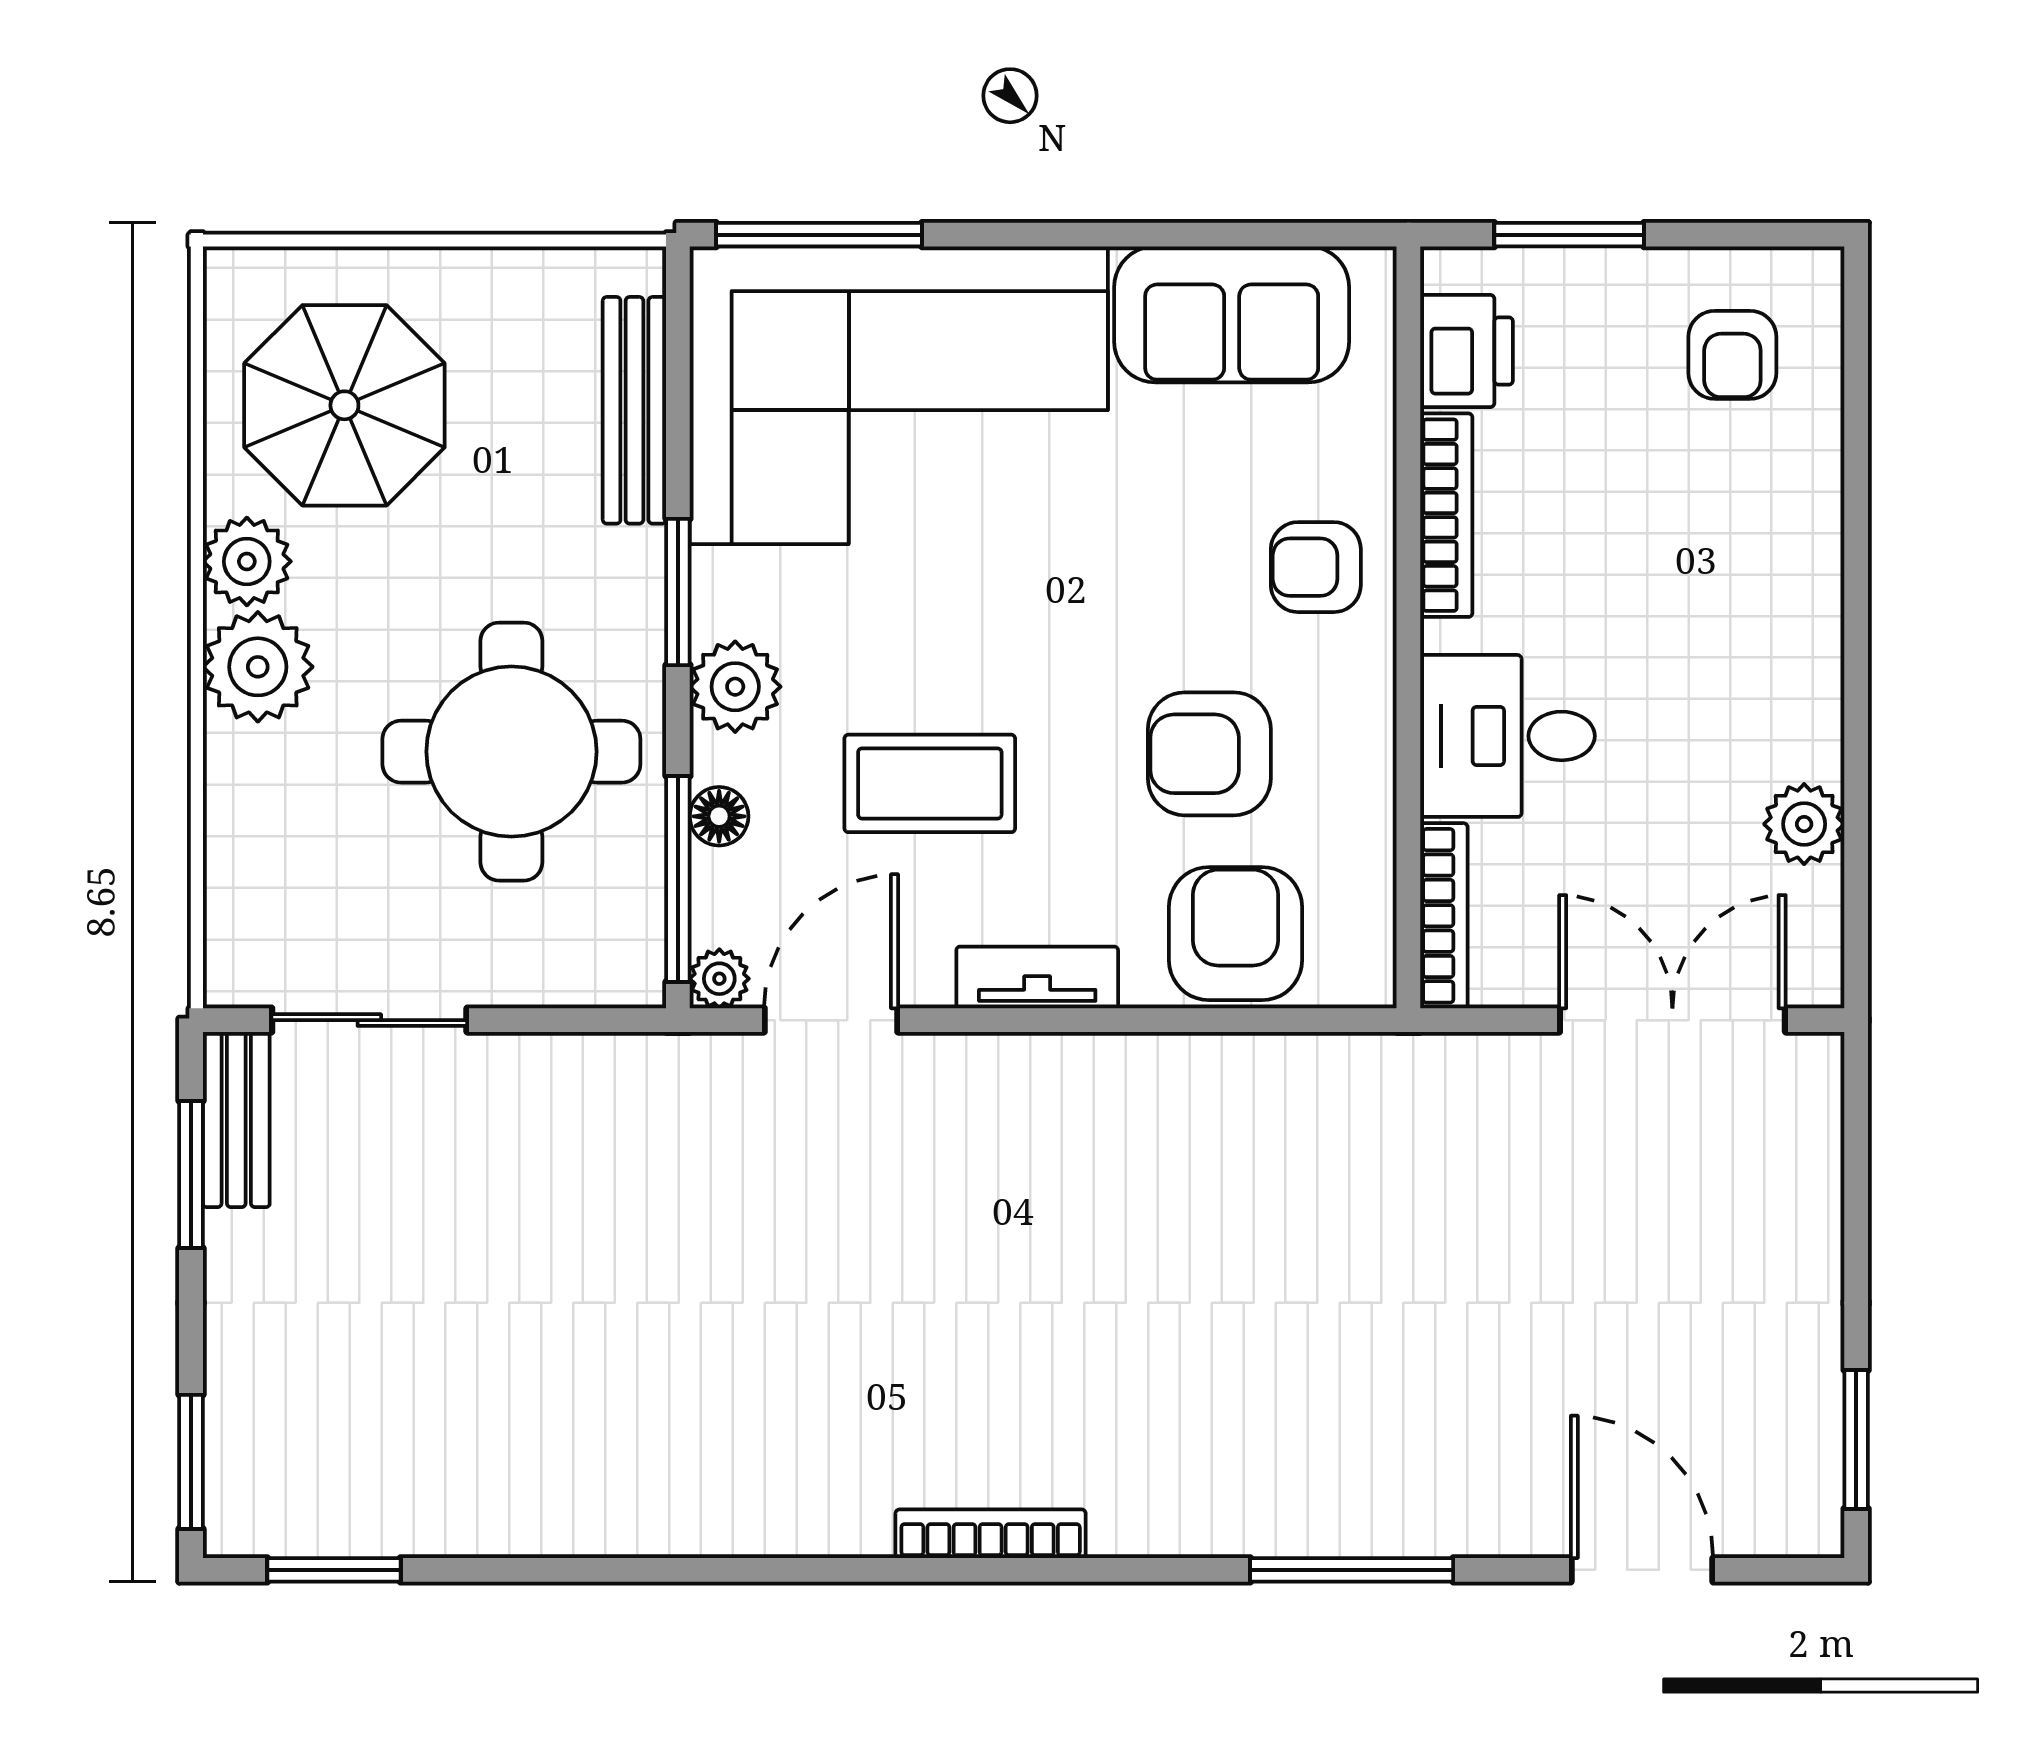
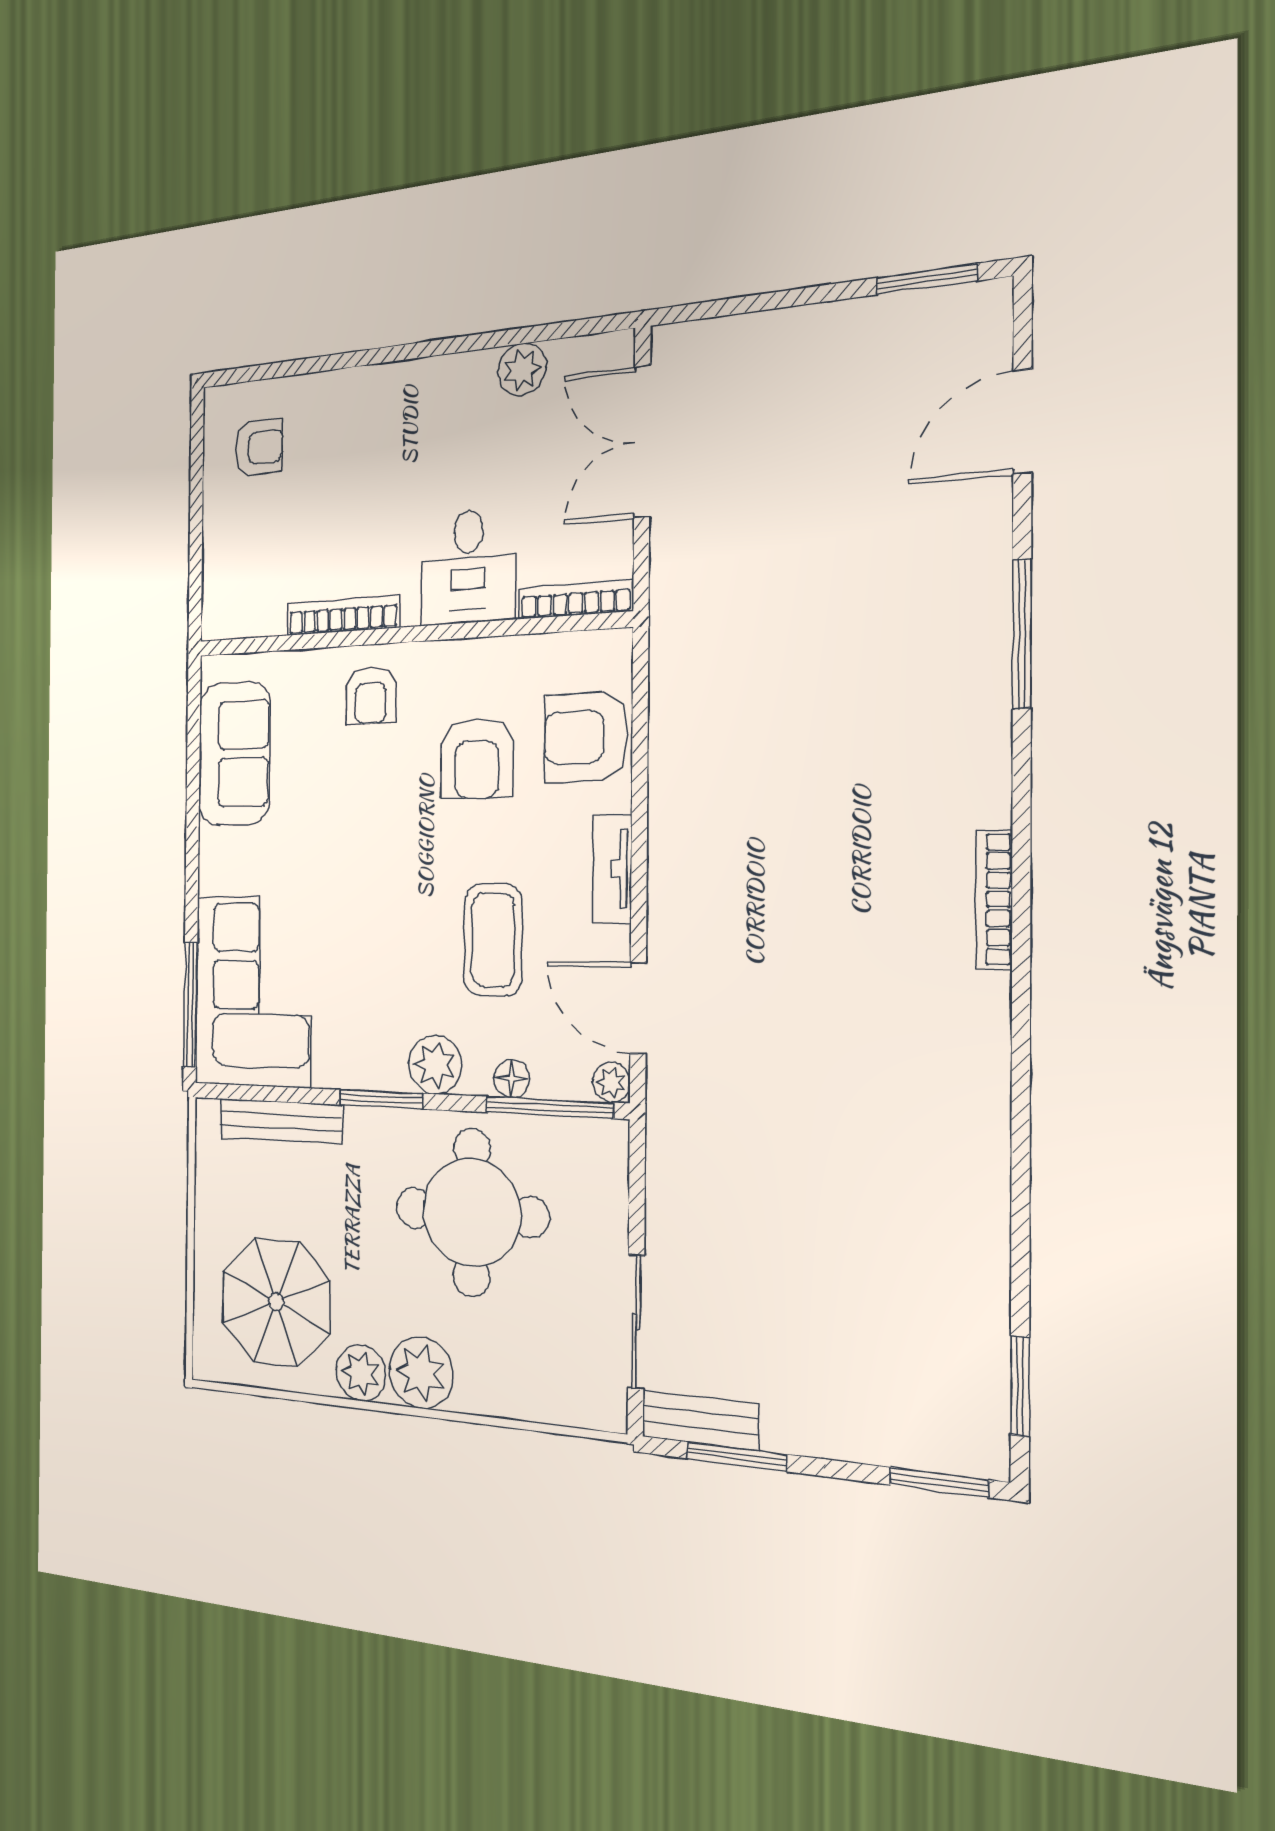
window: (1569, 235) -> (196, 553), removed
printer: (1467, 351) -> (255, 610), removed
corner sofa: (899, 395) -> (253, 991), width x0.73, depth x0.74

